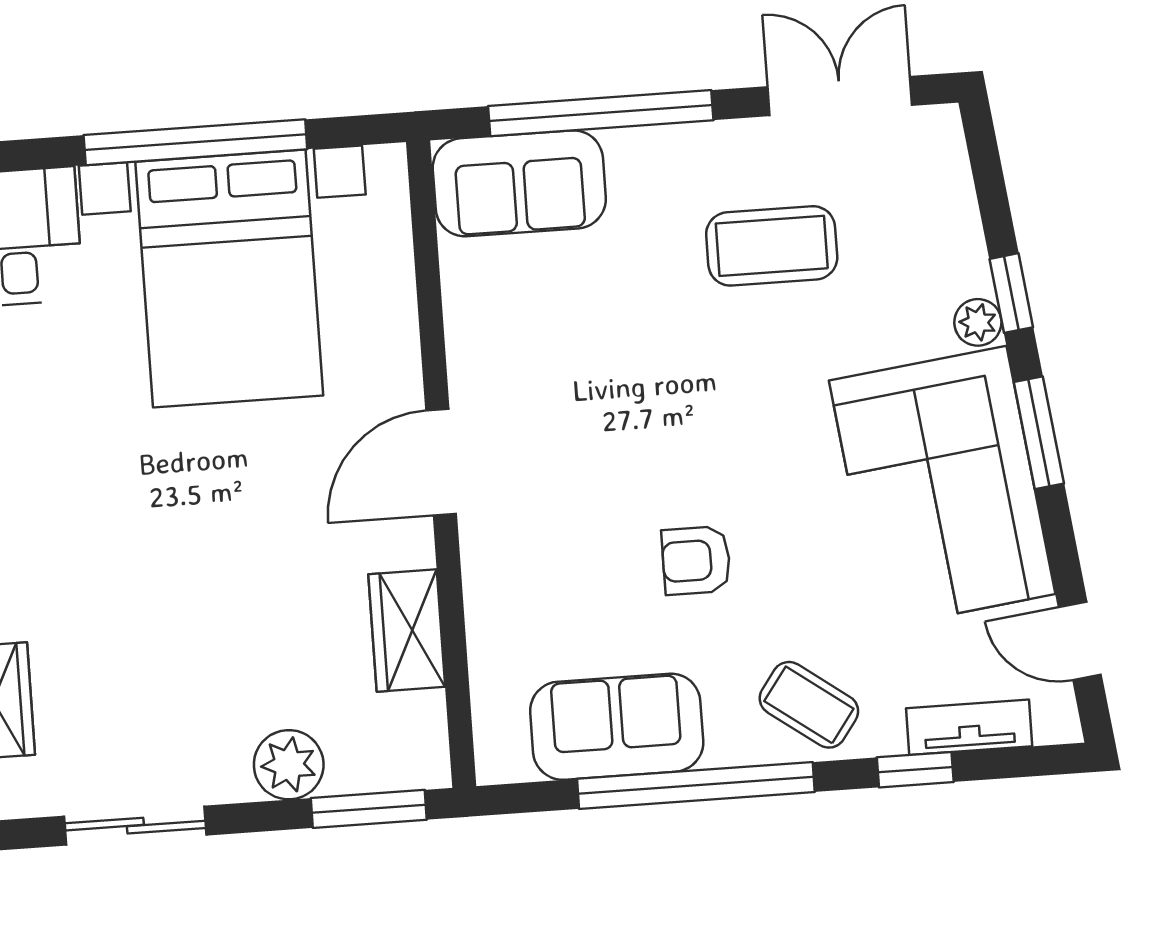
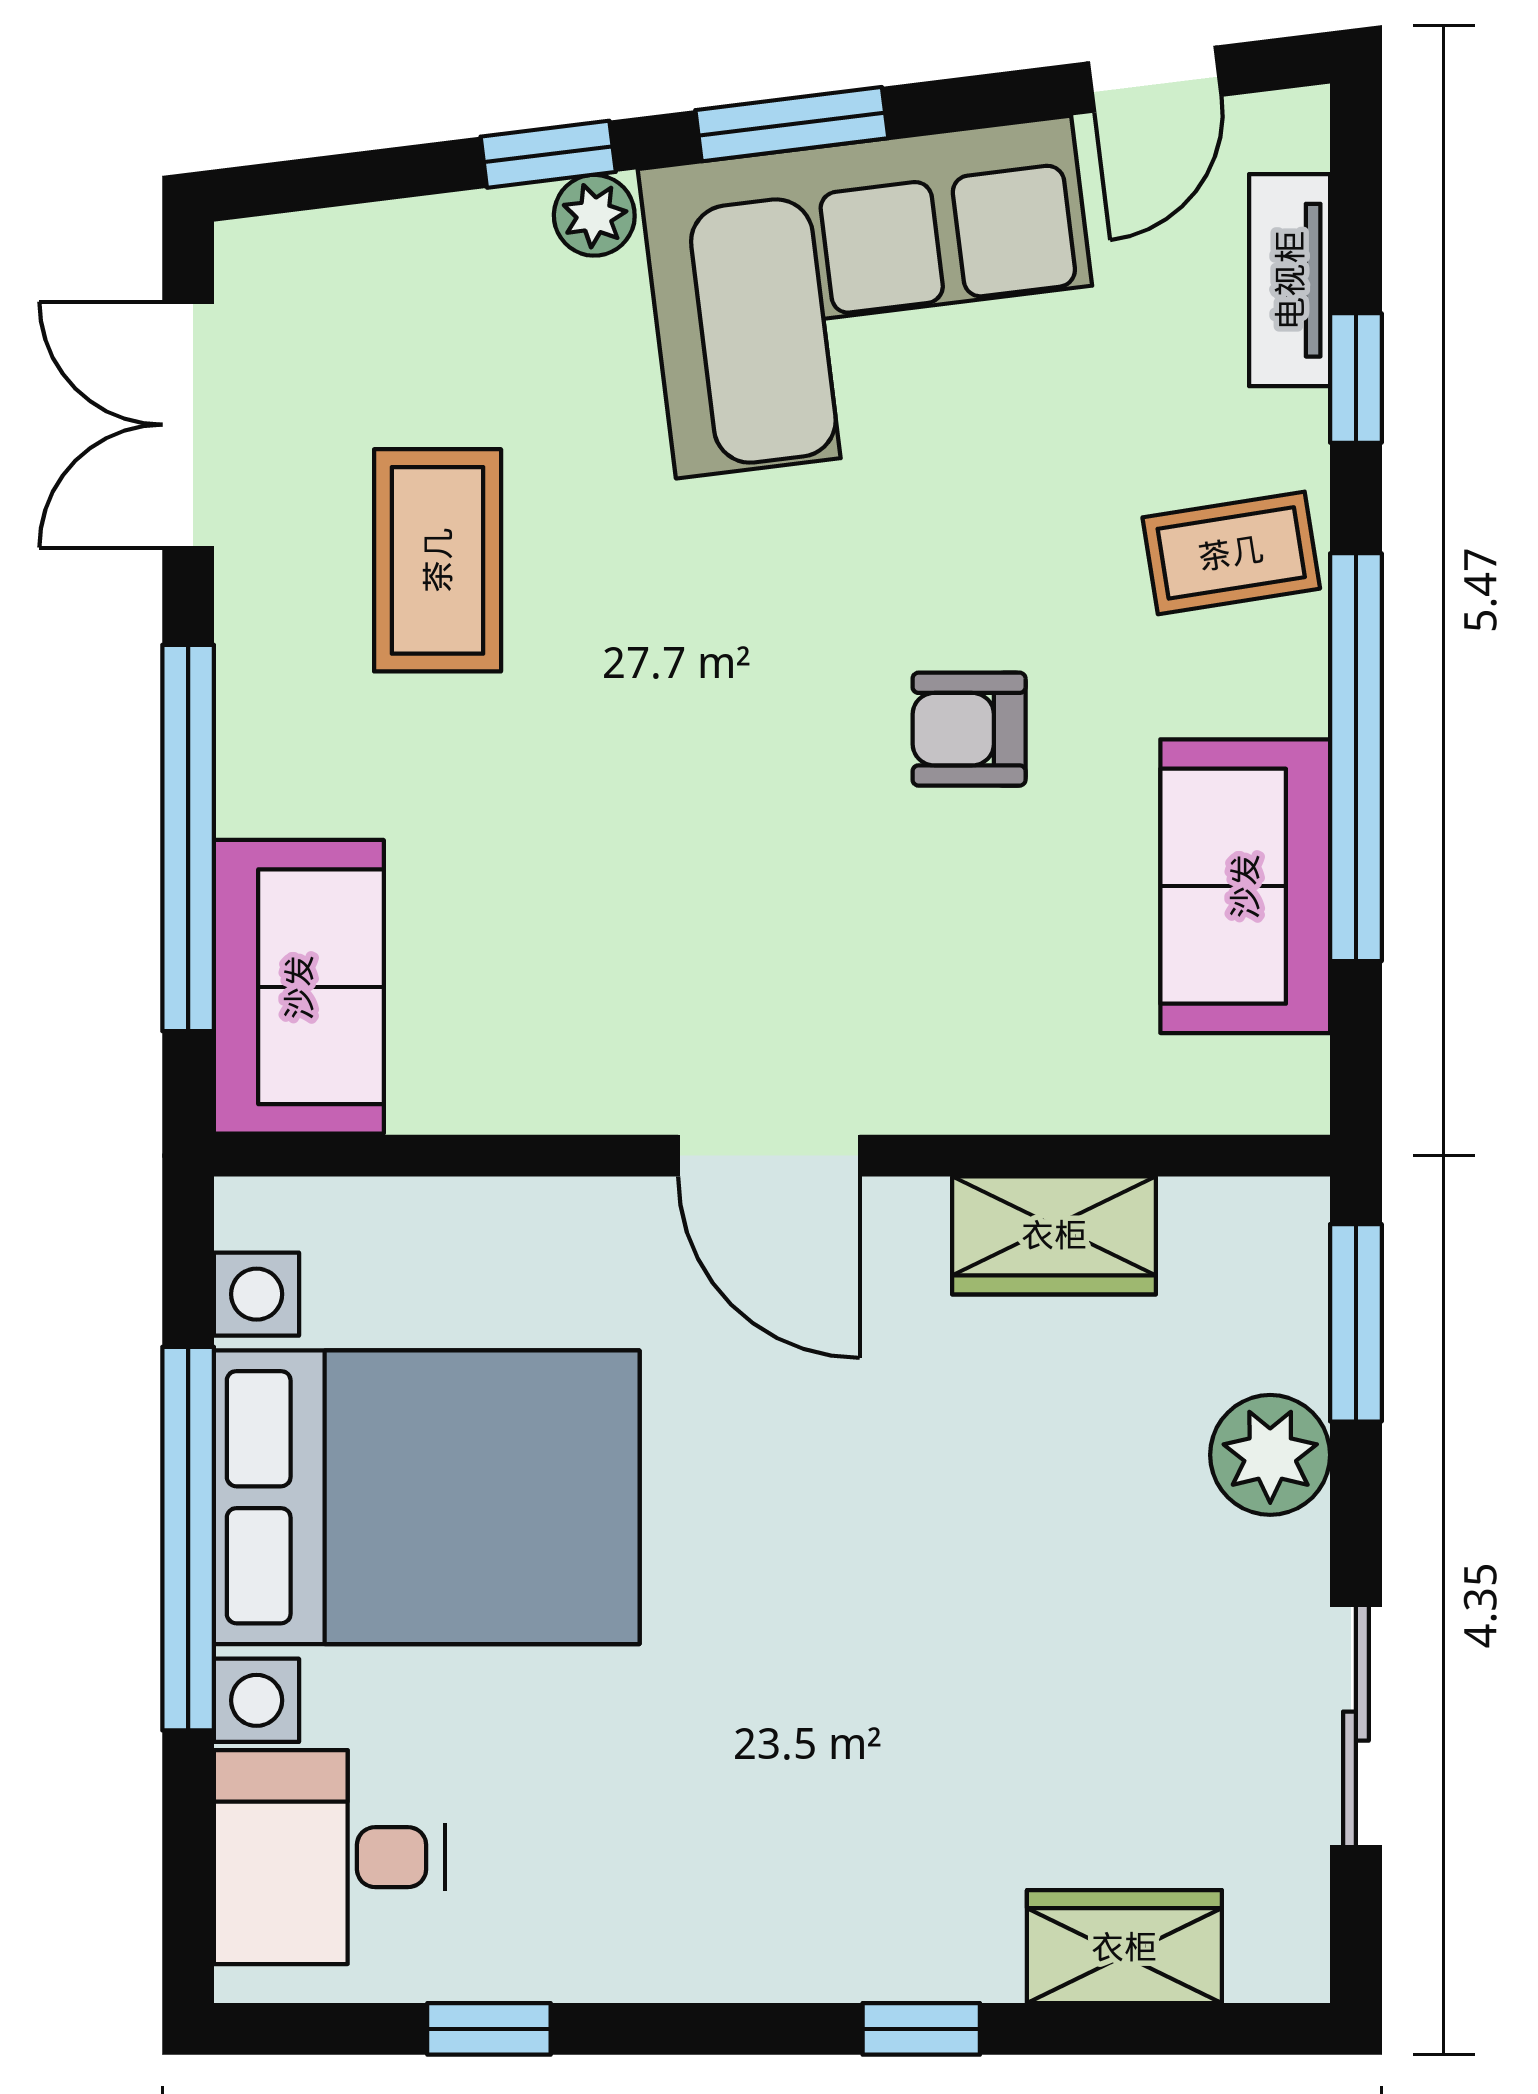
armchair: (696, 560) -> (969, 729), turned 90
coffee table: (809, 705) -> (1231, 553), turned 45

